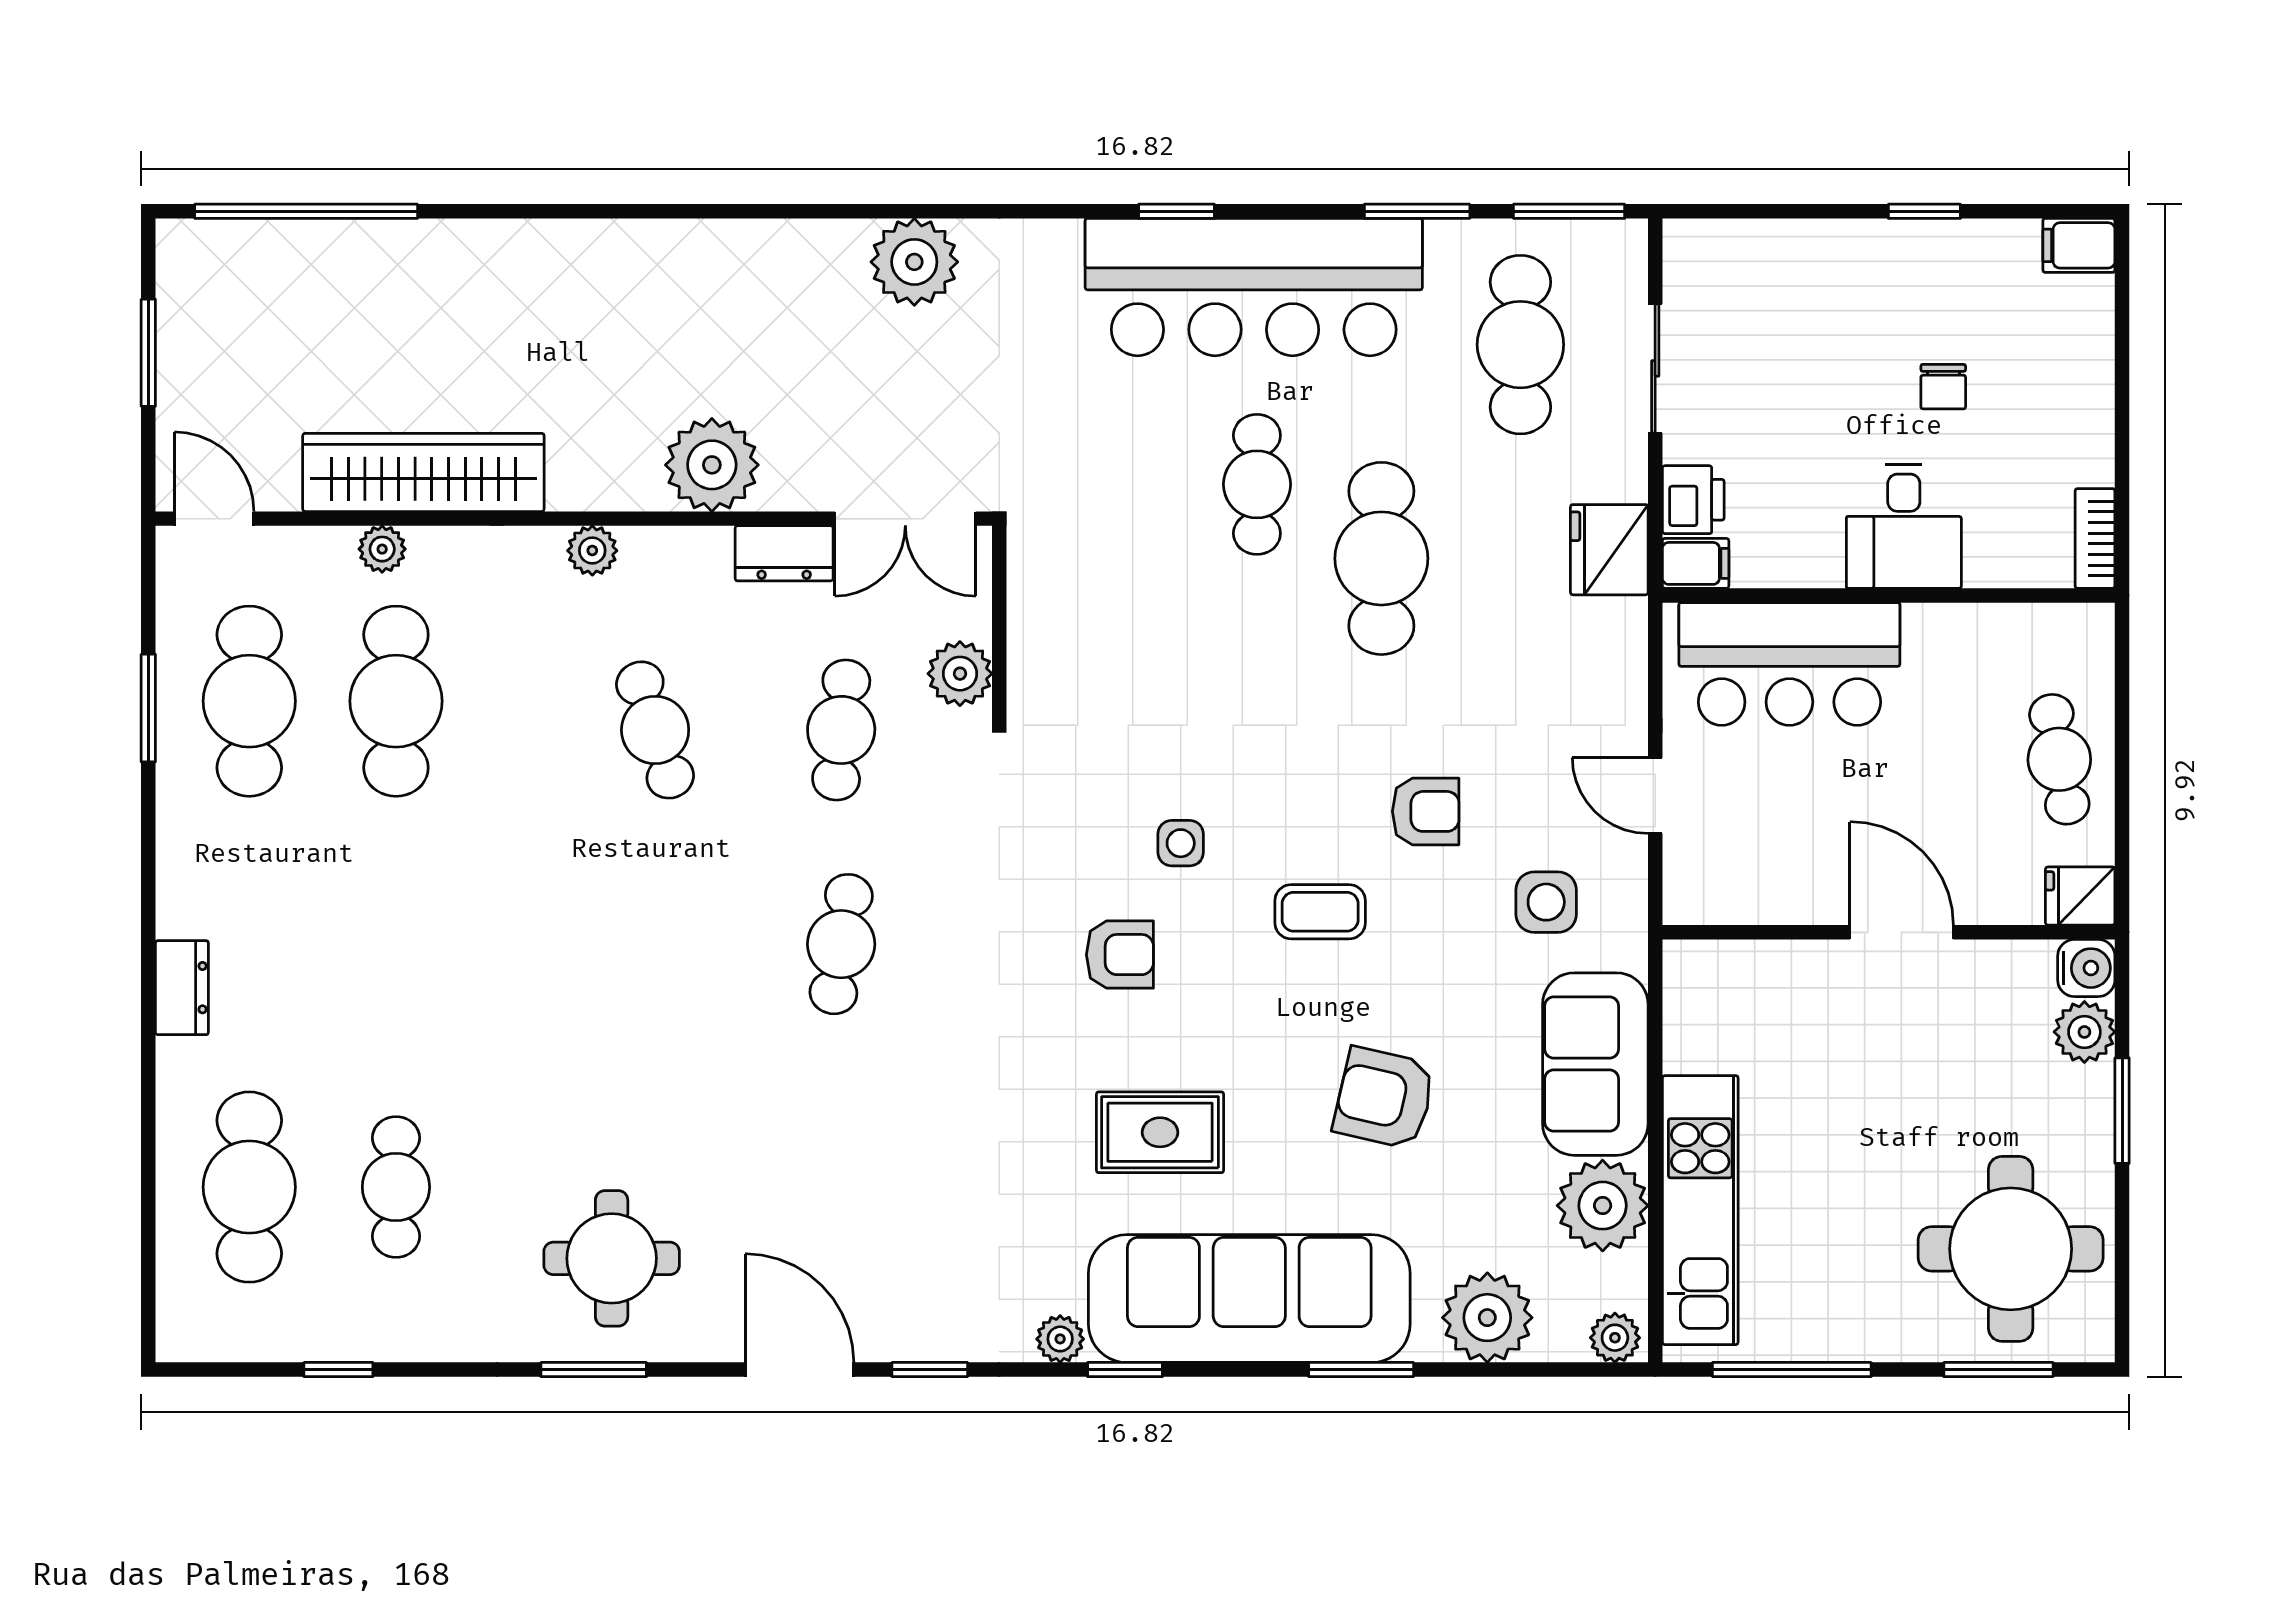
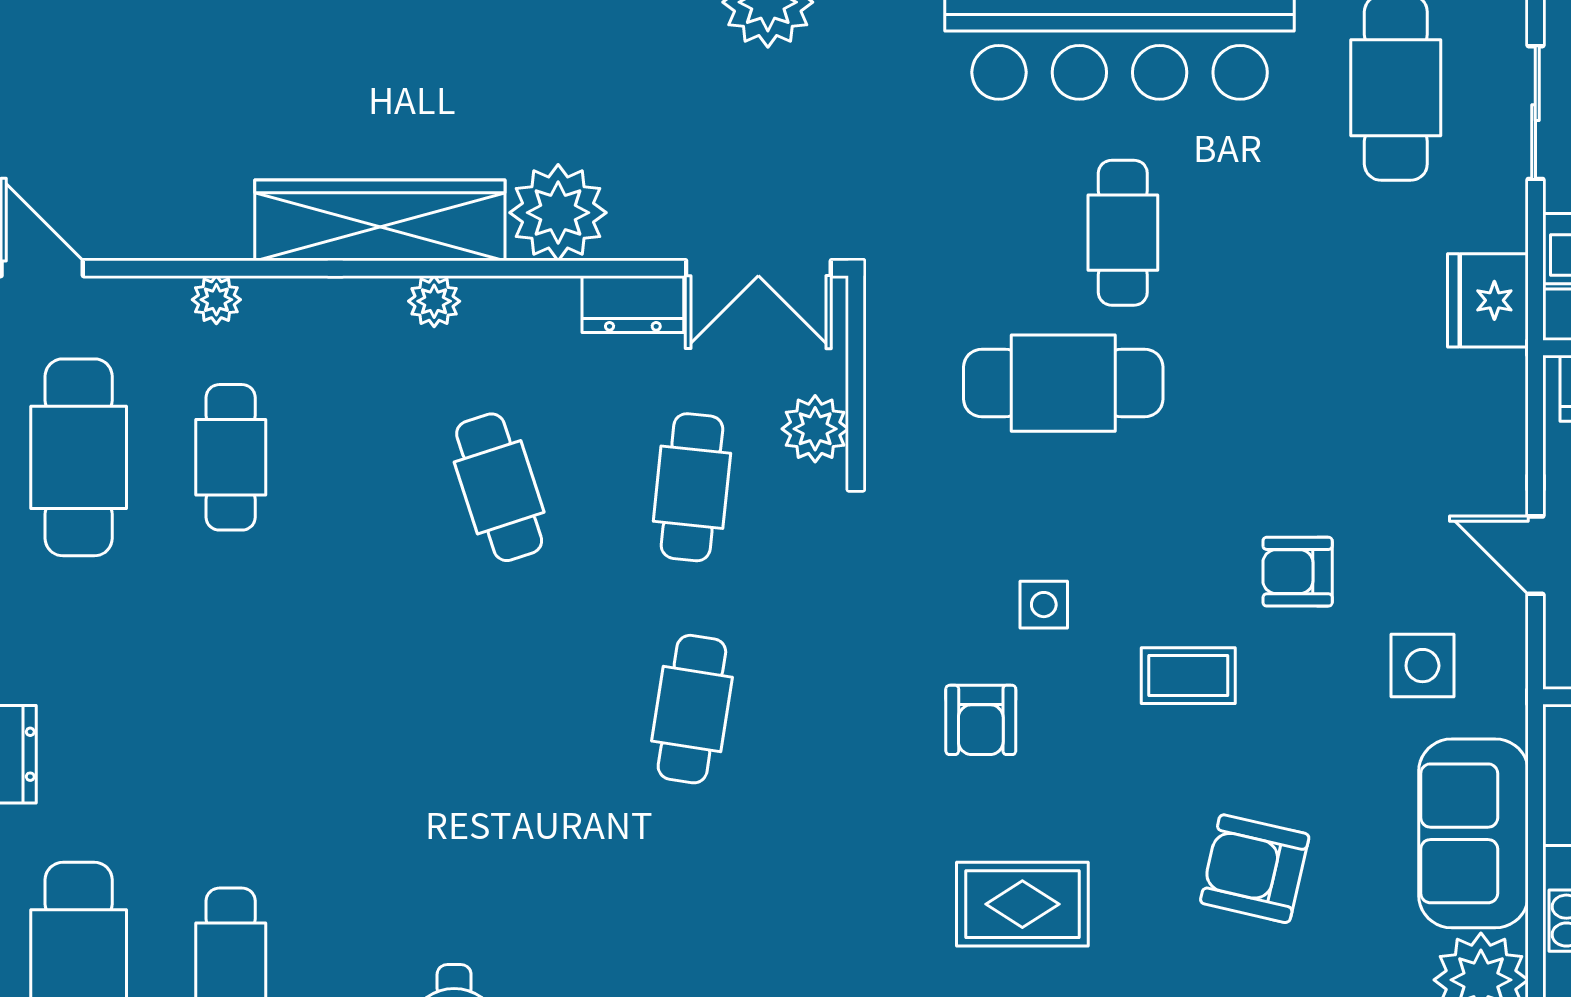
wardrobe: (423, 472) -> (380, 220), moved
cafe table: (1381, 558) -> (1063, 383), moved, turned 90
cafe table: (396, 701) -> (231, 457), width x0.73, depth x0.74
armchair: (1426, 811) -> (1298, 572), turned 180
armchair: (1120, 955) -> (981, 720), turned 90

